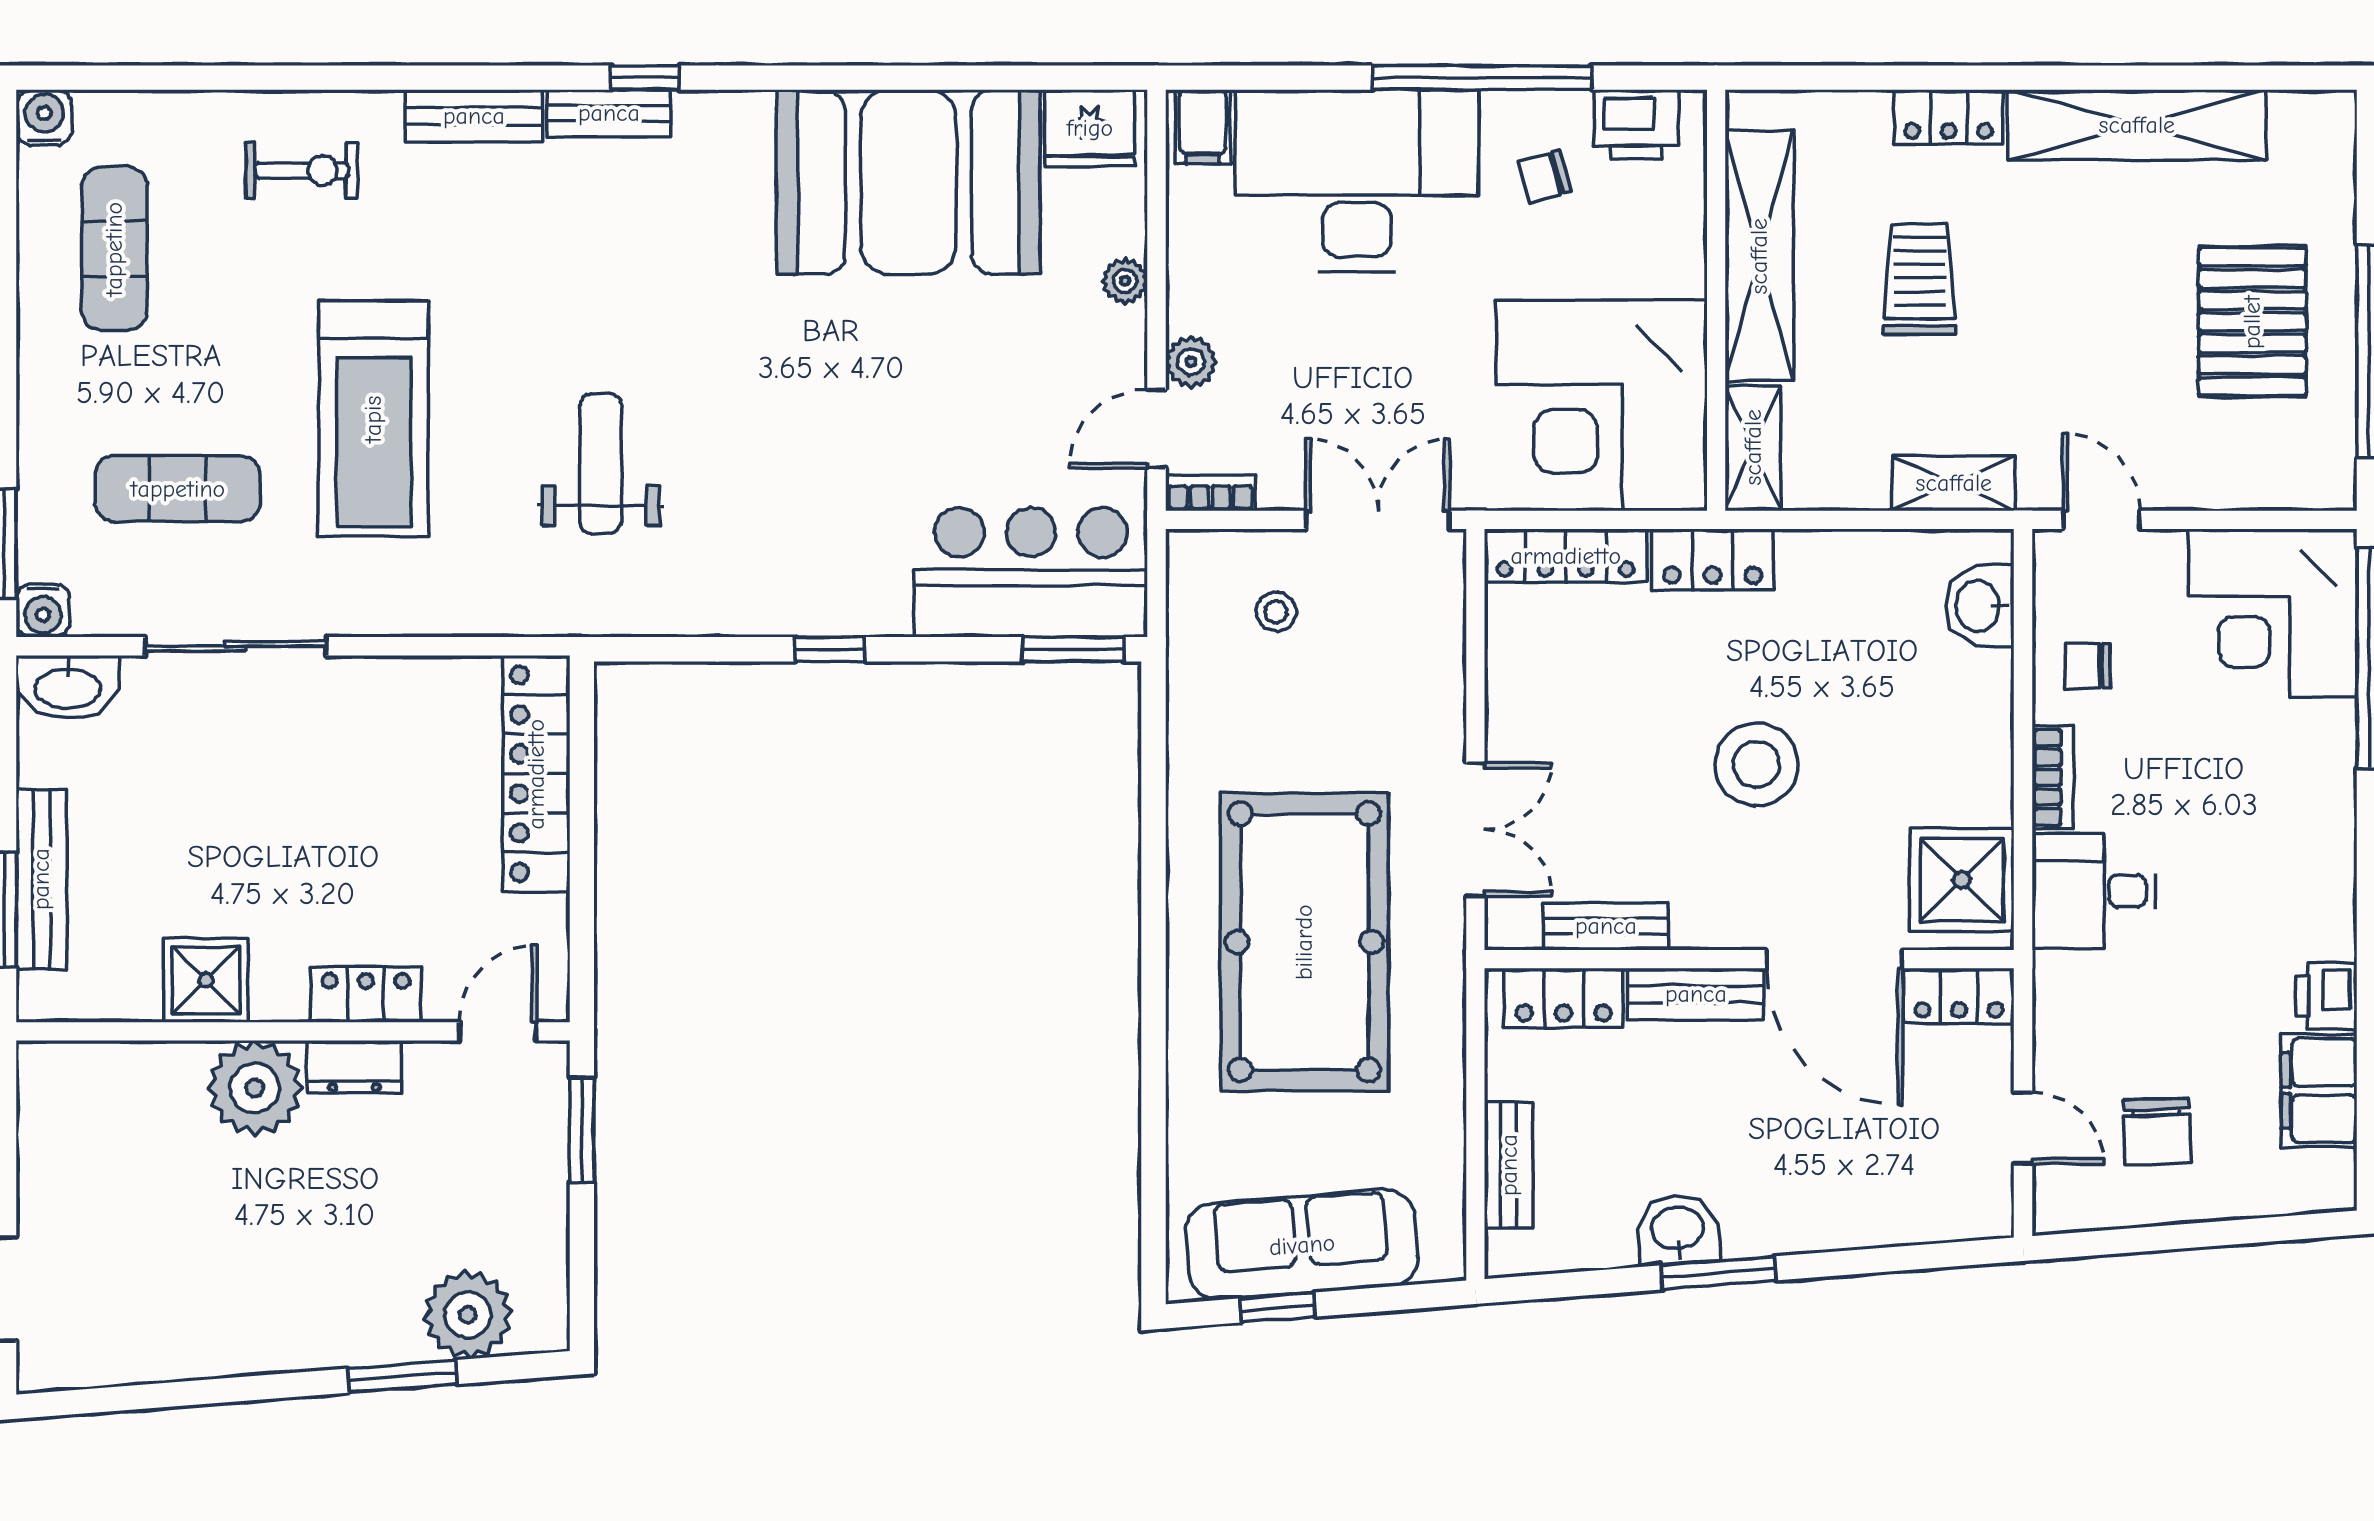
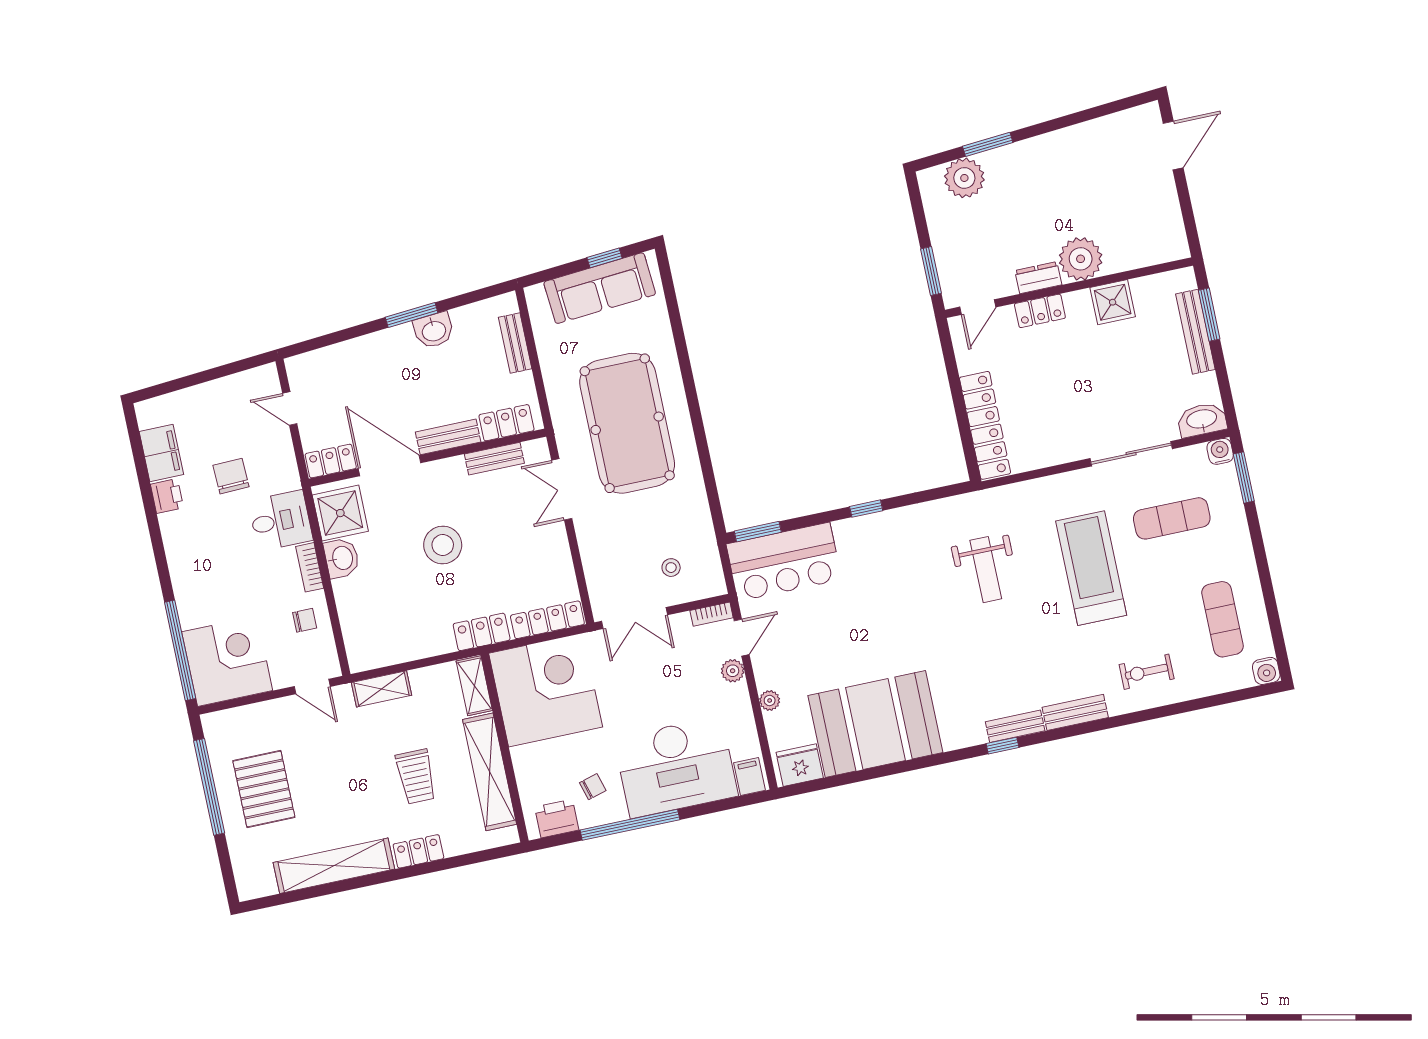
washbasin: (1980, 606) -> (342, 558), moved
chair: (2157, 1132) -> (231, 476), moved

